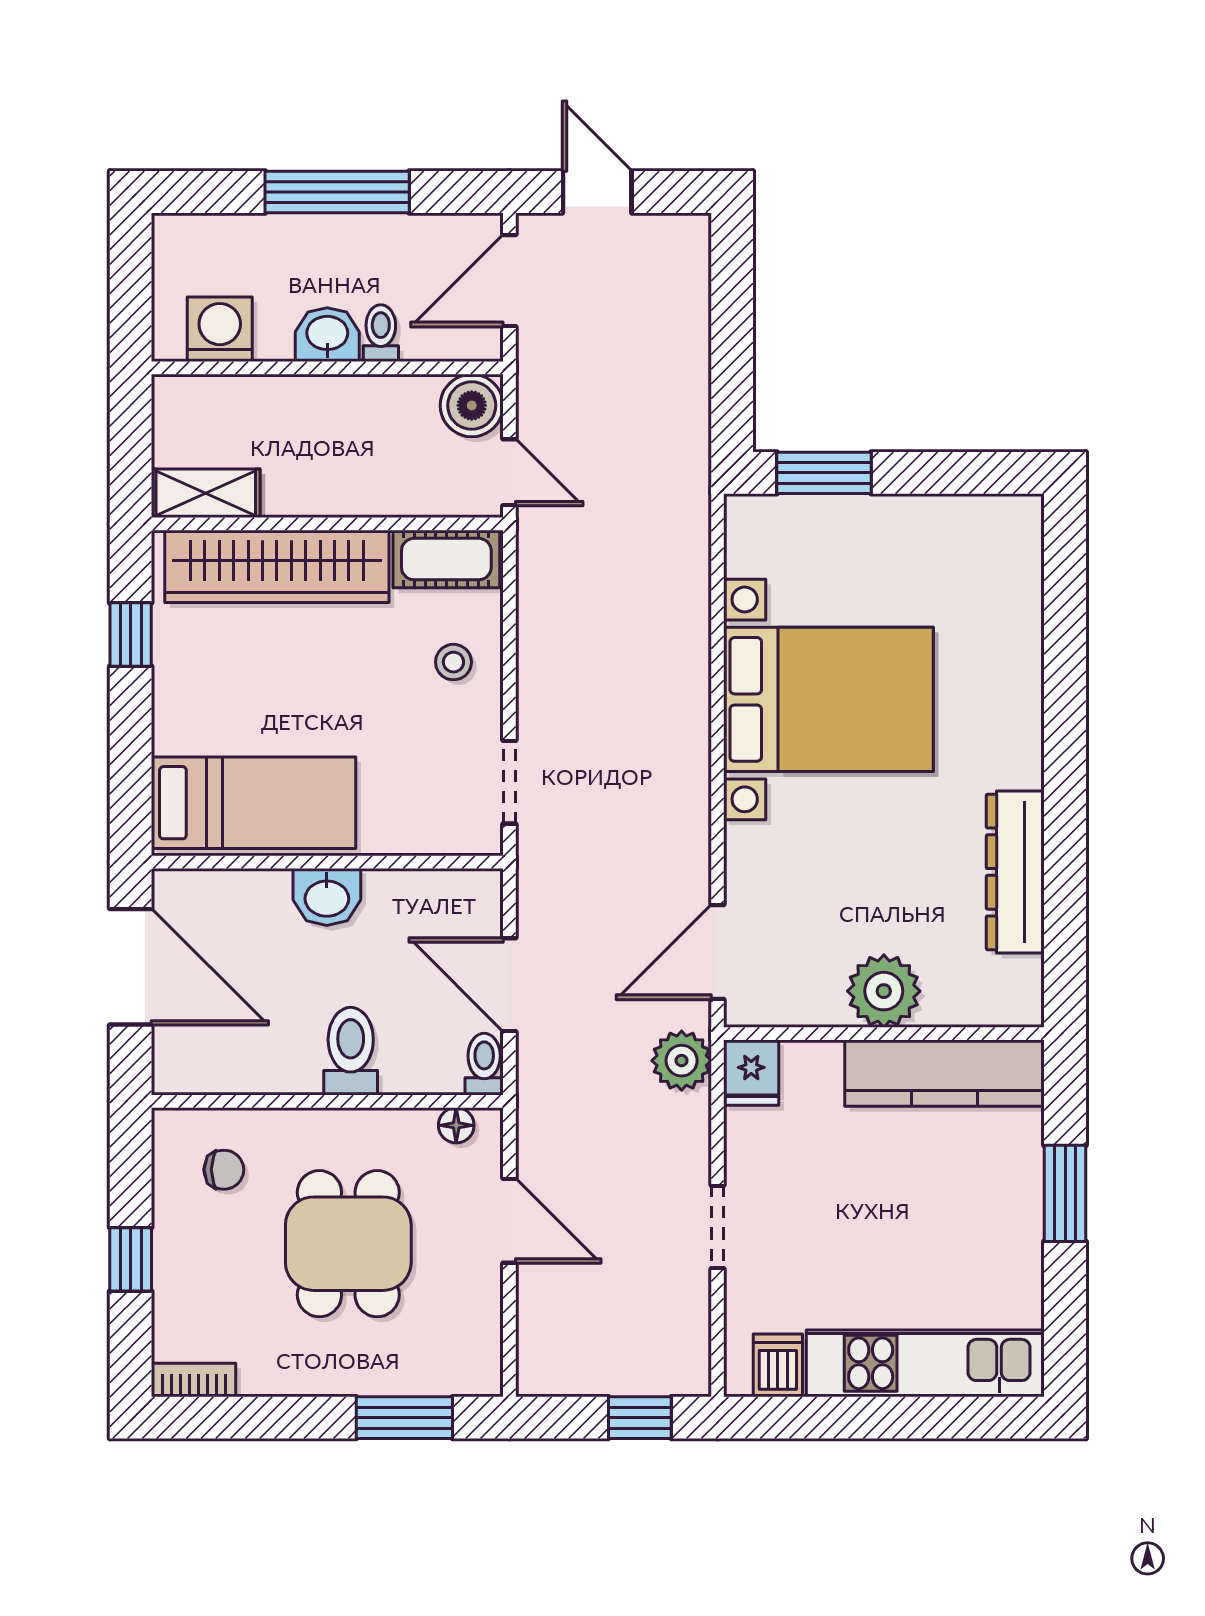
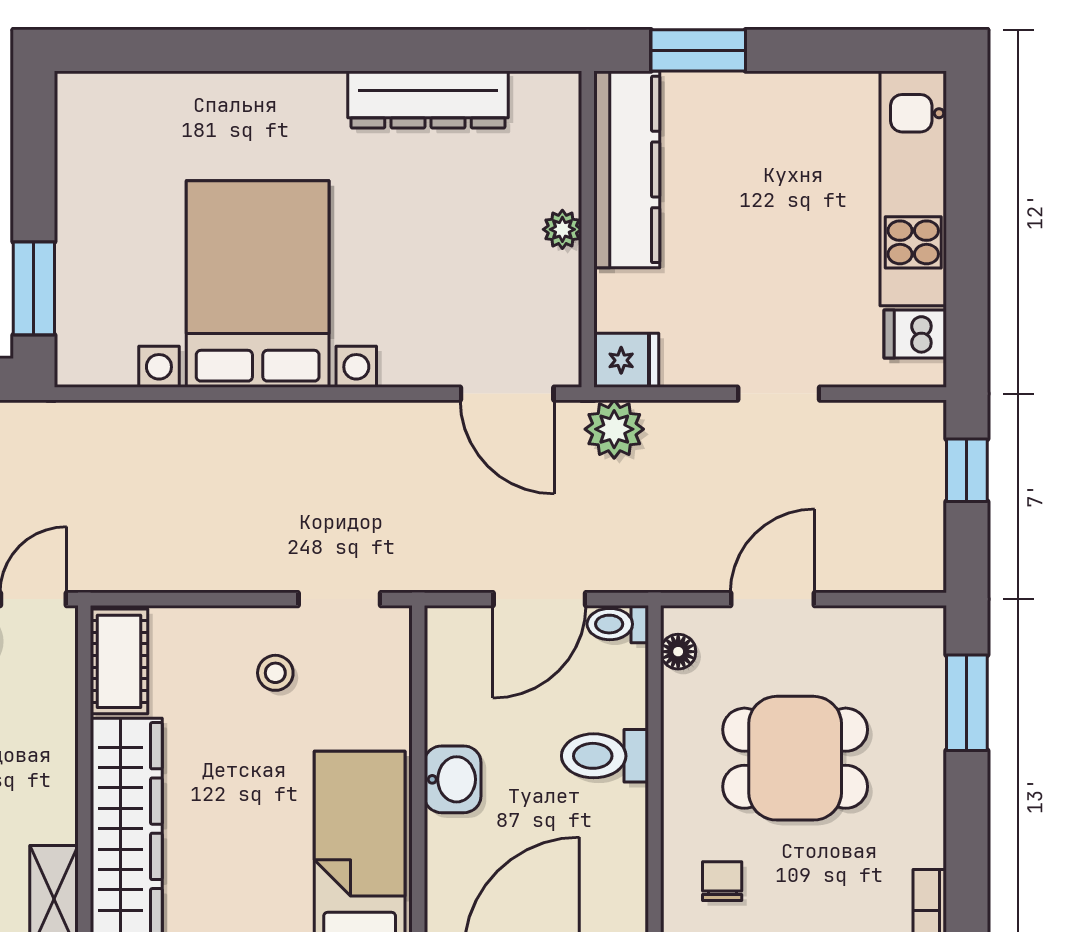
stool: (453, 662) -> (275, 673), moved
plant: (884, 991) -> (562, 229), width x0.53, depth x0.53
window: (1065, 1193) -> (698, 50), moved

